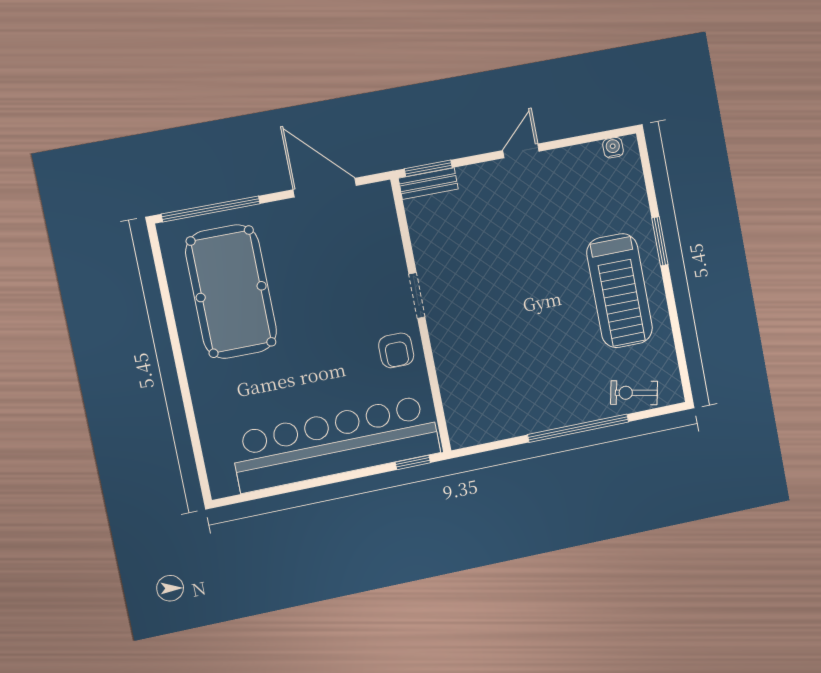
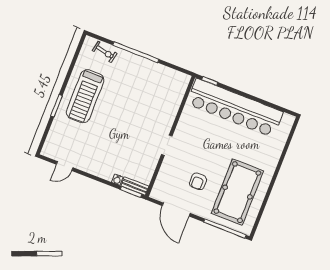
water cooler: (613, 148) -> (117, 180), moved
door: (521, 151) -> (65, 166), moved
treadmill: (620, 291) -> (85, 96), turned 180
armchair: (396, 350) -> (198, 181), moved, turned 180

